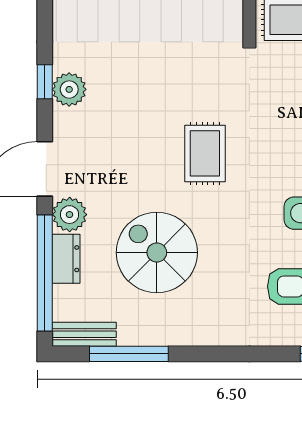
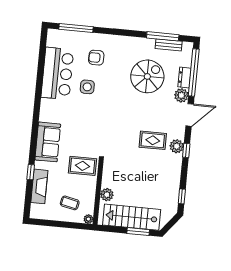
rug: (205, 153) -> (153, 140), moved, turned 90
spiral stairs: (157, 253) -> (147, 76), turned -90
bench: (84, 334) -> (169, 45), moved

